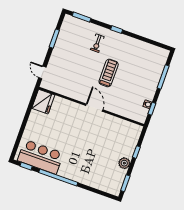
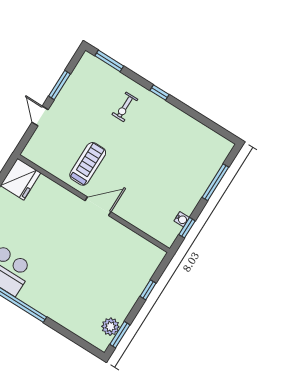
door: (42, 72) -> (40, 116), moved
treadmill: (109, 73) -> (88, 164), moved
door: (94, 108) -> (98, 206), hinge flipped
plant: (124, 163) -> (110, 327), moved

